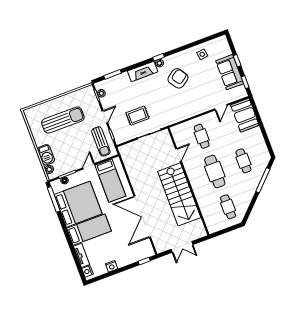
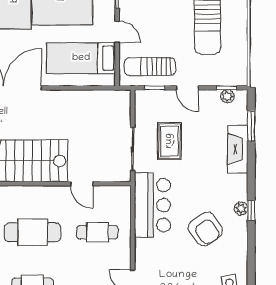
fireplace: (143, 71) -> (238, 149), moved
bar counter: (176, 112) -> (152, 205), added

